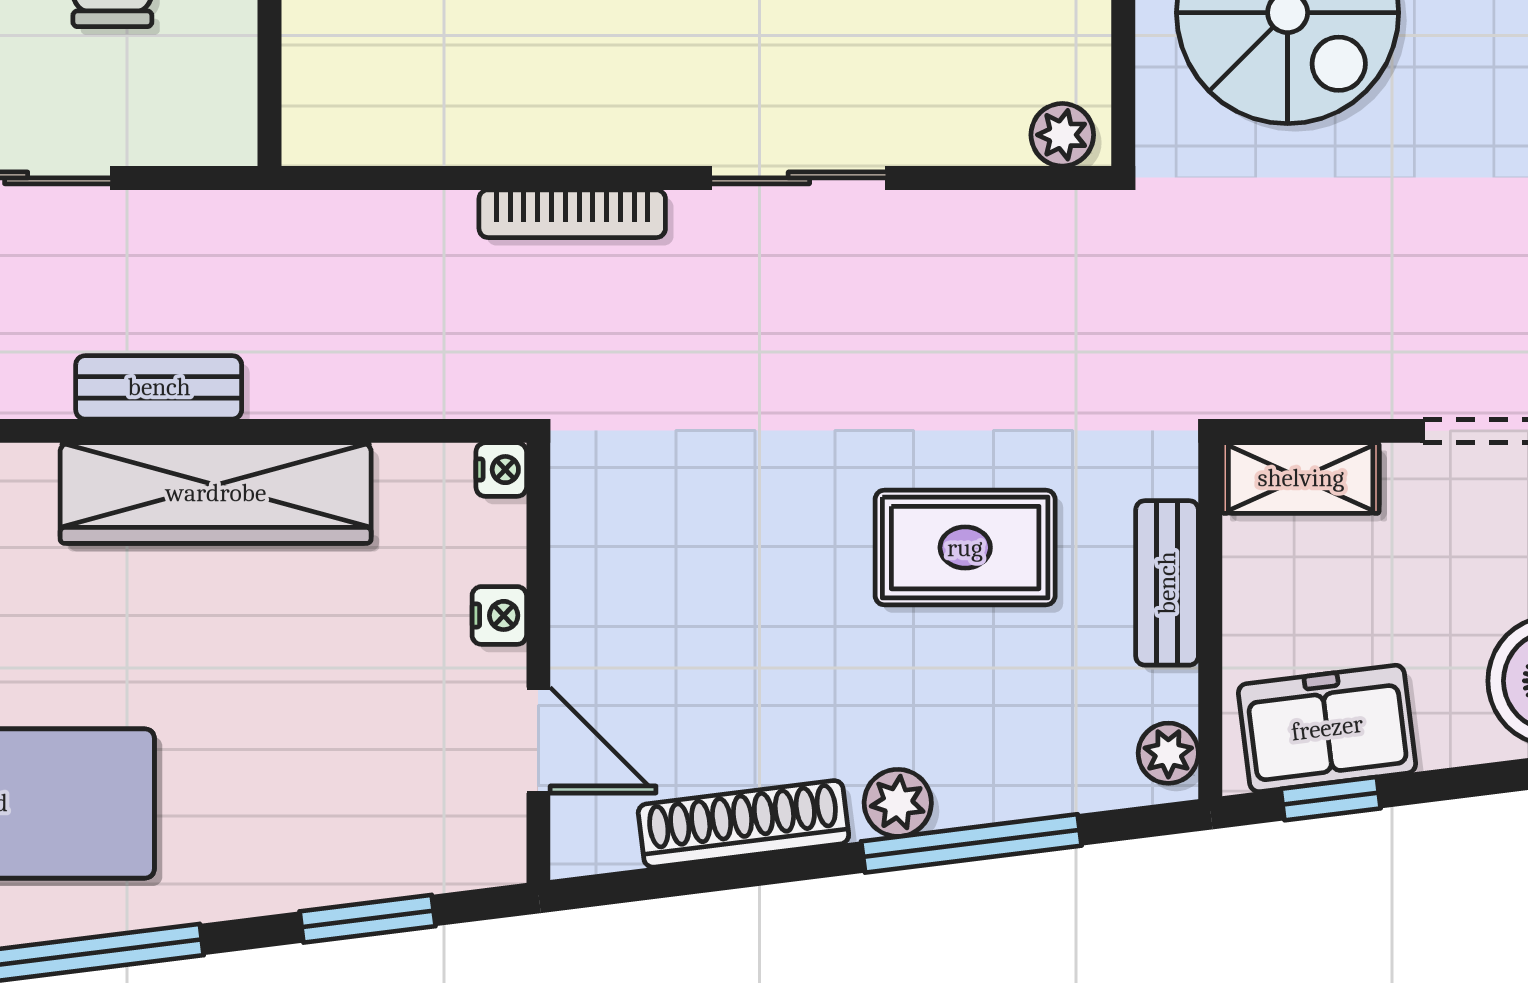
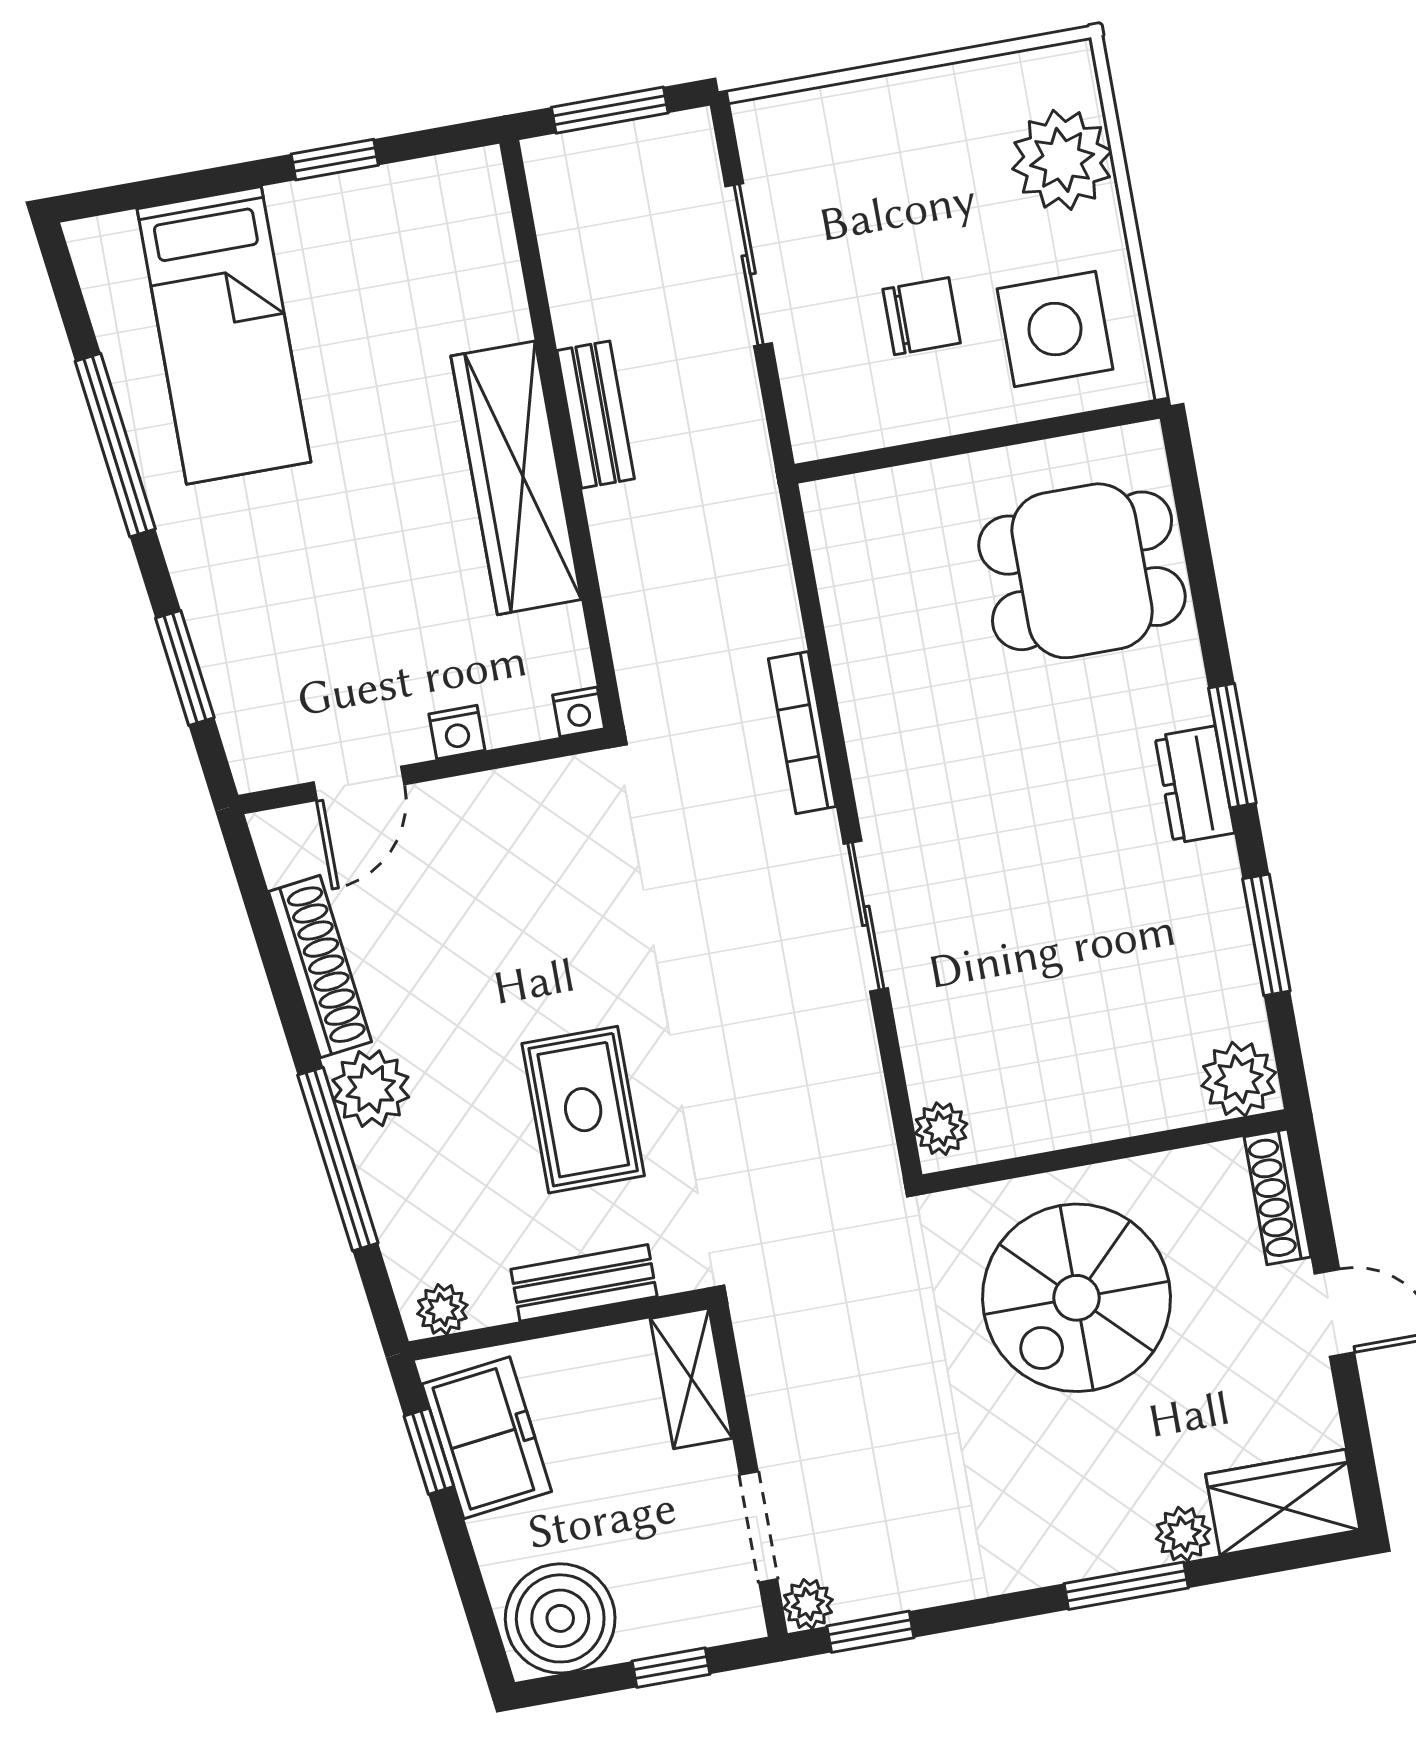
plant: (898, 803) -> (371, 1089), width x1.38, depth x1.38

